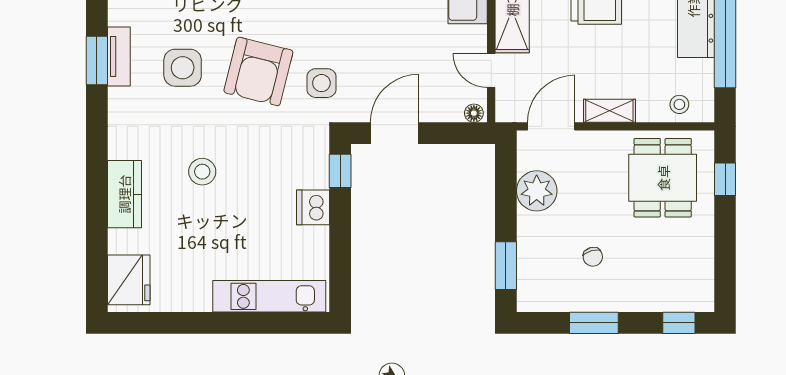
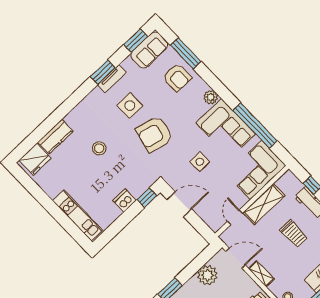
side table: (321, 83) -> (200, 162), moved
floor lamp: (474, 113) -> (214, 226), removed
kitchen counter: (124, 194) -> (55, 137), moved

